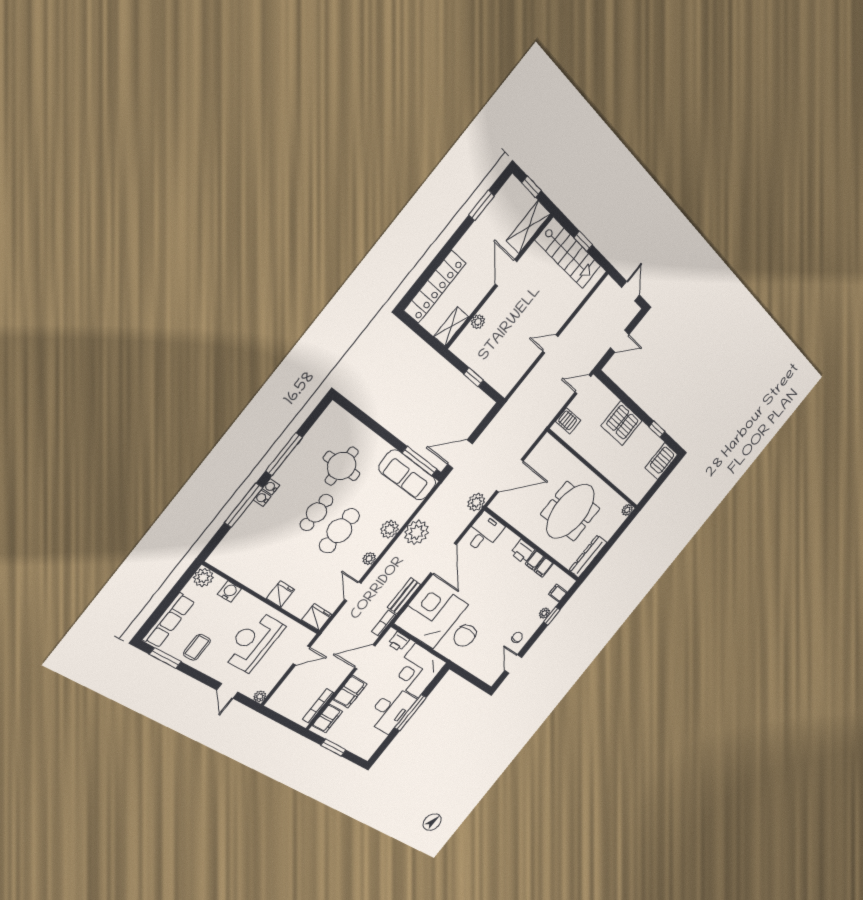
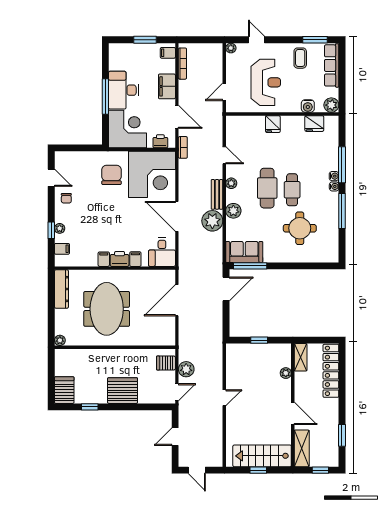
sofa: (408, 475) -> (244, 252), width x0.73
plant: (476, 502) -> (186, 369), moved
filing cabinet: (544, 567) -> (135, 259), moved
bench: (404, 596) -> (217, 194), moved
fridge: (317, 617) -> (314, 124), moved
door: (365, 657) -> (177, 117), hinge flipped
filing cabinet: (327, 718) -> (168, 53), width x0.50

